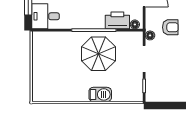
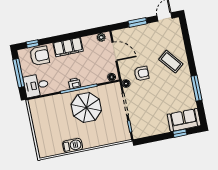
printer: (117, 20) -> (75, 83), moved, width x0.53, depth x0.68
barbecue: (100, 94) -> (73, 145), moved

